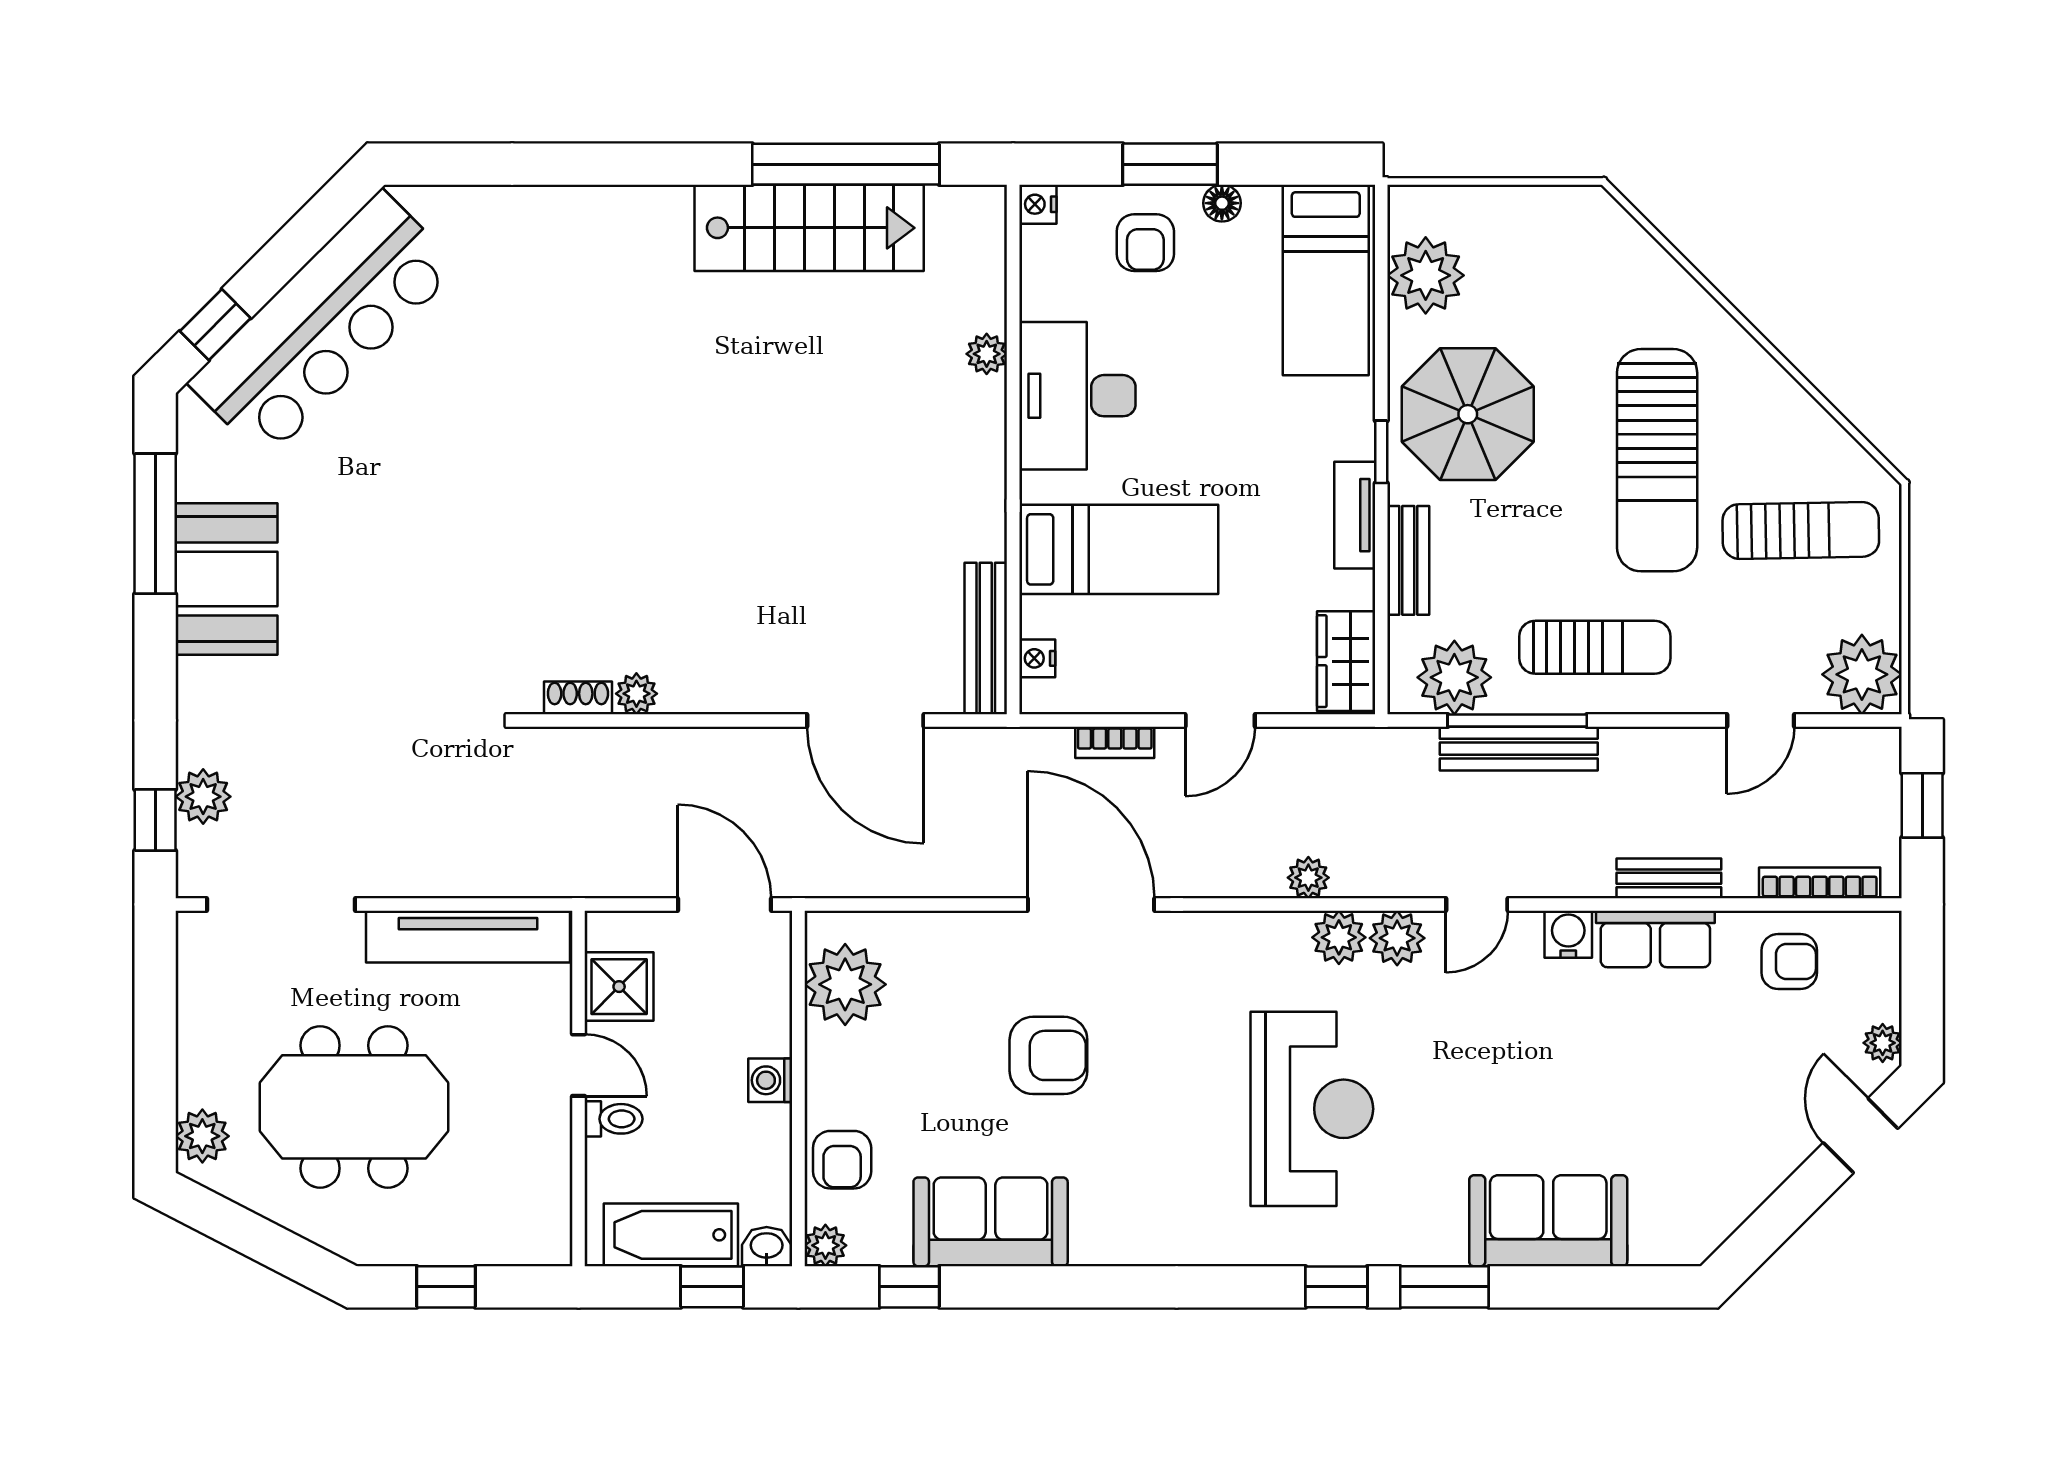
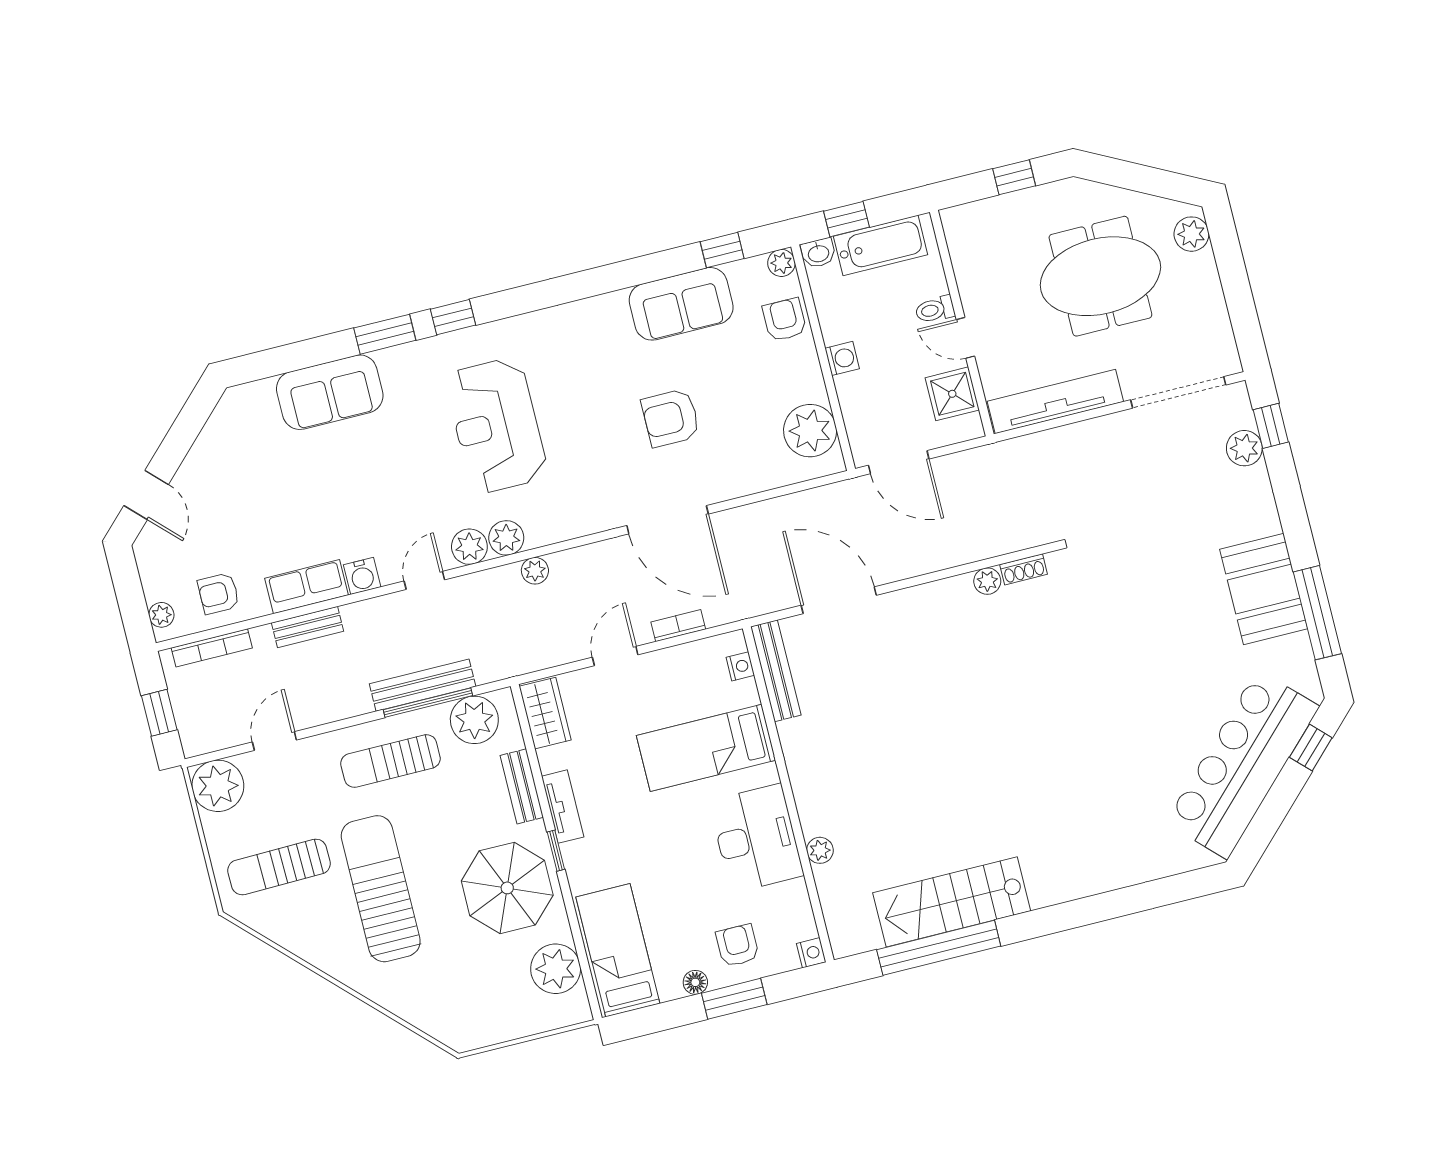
plant: (1883, 1043) -> (161, 615), moved

